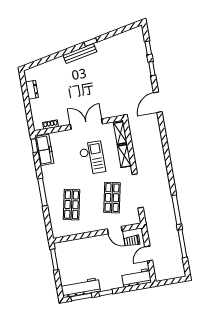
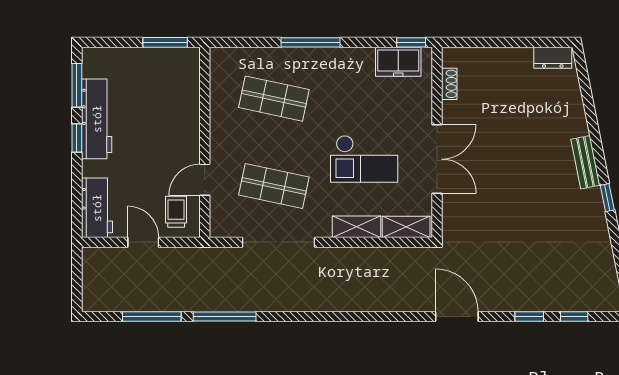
bench: (80, 53) -> (586, 162), width x0.73
dresser: (32, 90) -> (553, 58), moved
freezer: (44, 150) -> (398, 62), width x0.71
workbench: (81, 288) -> (97, 119), moved

